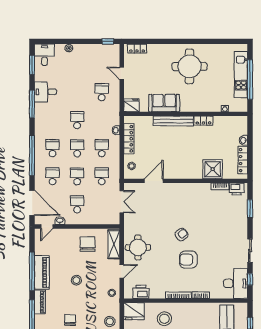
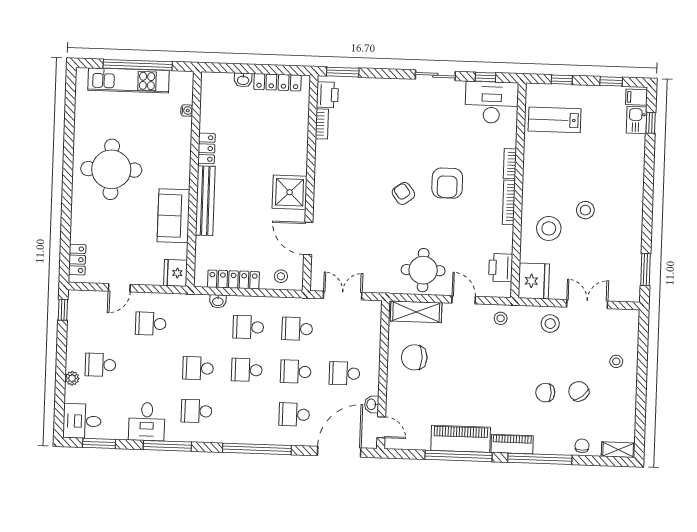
school desk: (77, 64) -> (100, 365), added
school desk: (52, 148) -> (197, 411), moved
shower: (213, 169) -> (290, 192), moved
window: (250, 209) -> (343, 72), moved
stool: (76, 280) -> (476, 379), removed

